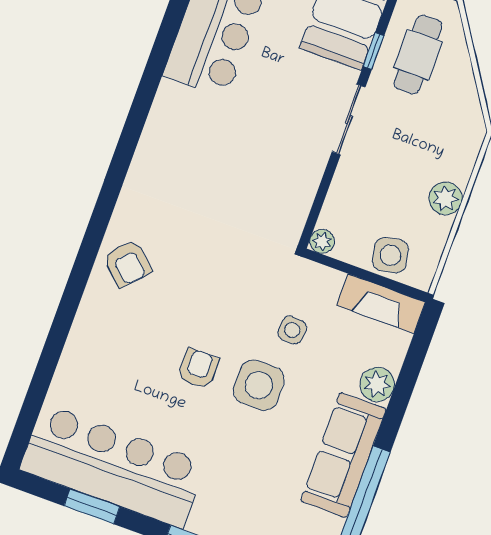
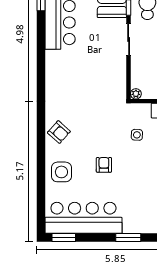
side table: (259, 385) -> (61, 172), moved
window: (92, 506) -> (64, 238), moved

